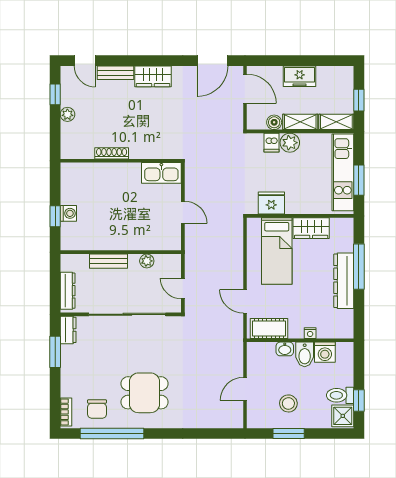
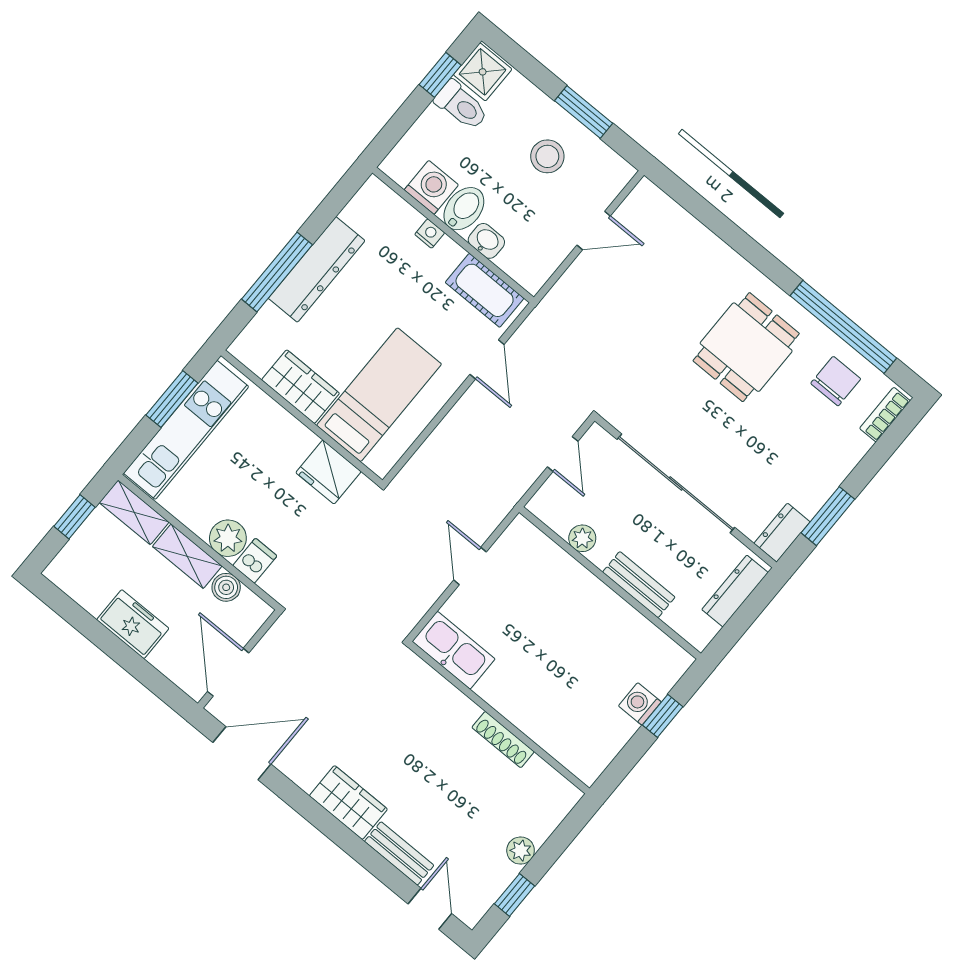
dining table: (144, 393) -> (746, 347), turned 90

